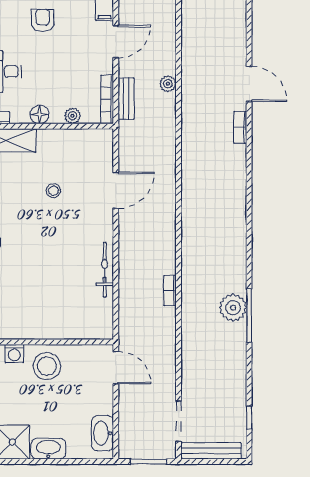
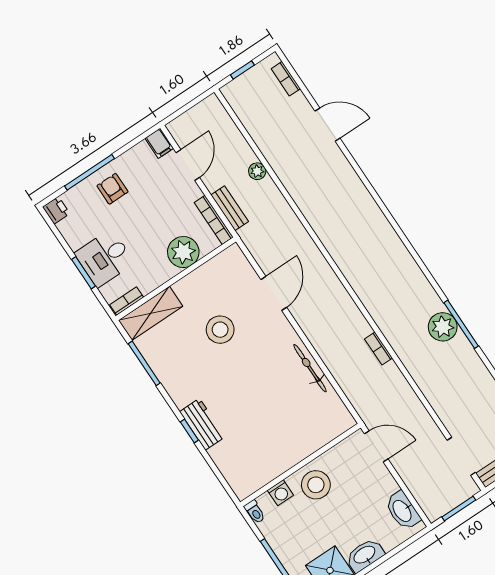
floor lamp: (40, 114) -> (164, 272), removed
plant: (72, 116) -> (183, 252), width x1.88, depth x1.88
bookcase: (240, 127) -> (286, 79), moved
stool: (53, 191) -> (220, 330), width x1.89, depth x1.89

